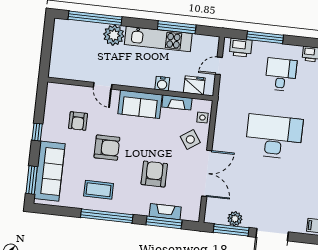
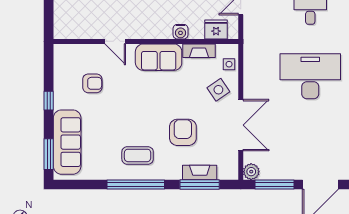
armchair: (78, 121) -> (92, 83), turned -90
armchair: (107, 148) -> (128, 109), removed
coffee table: (99, 190) -> (138, 155), moved
plant: (235, 219) -> (251, 172), moved

